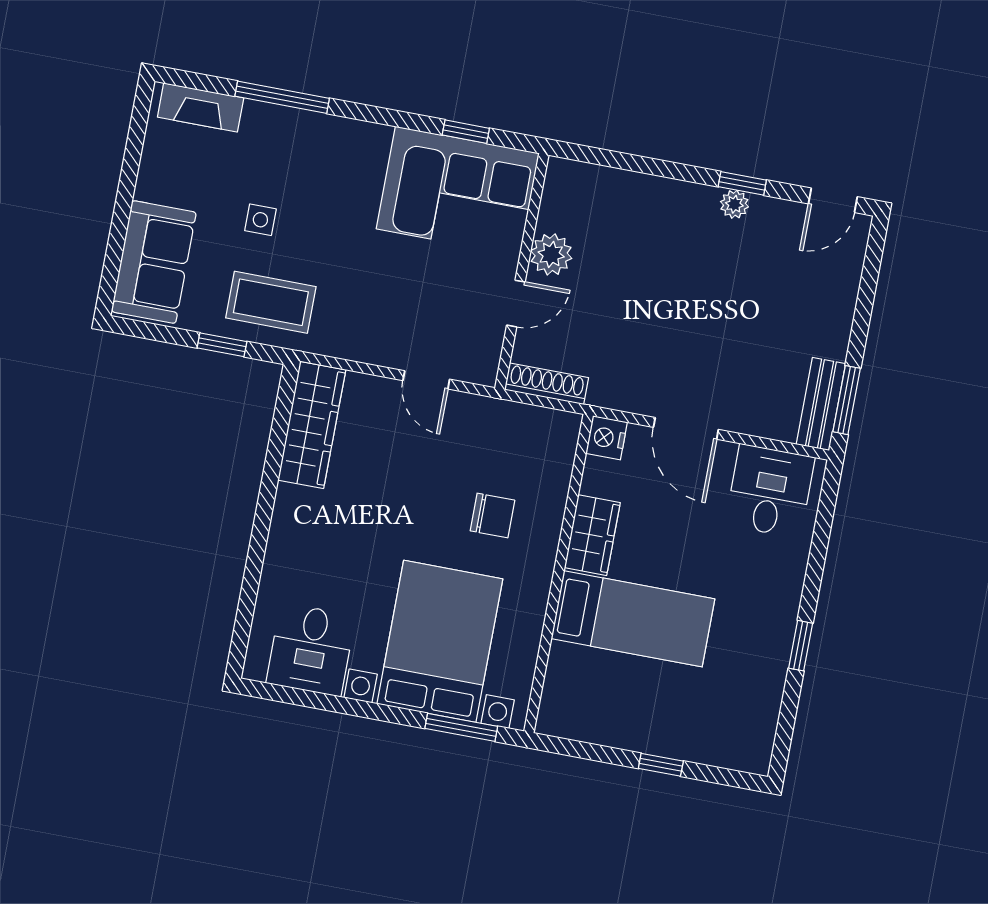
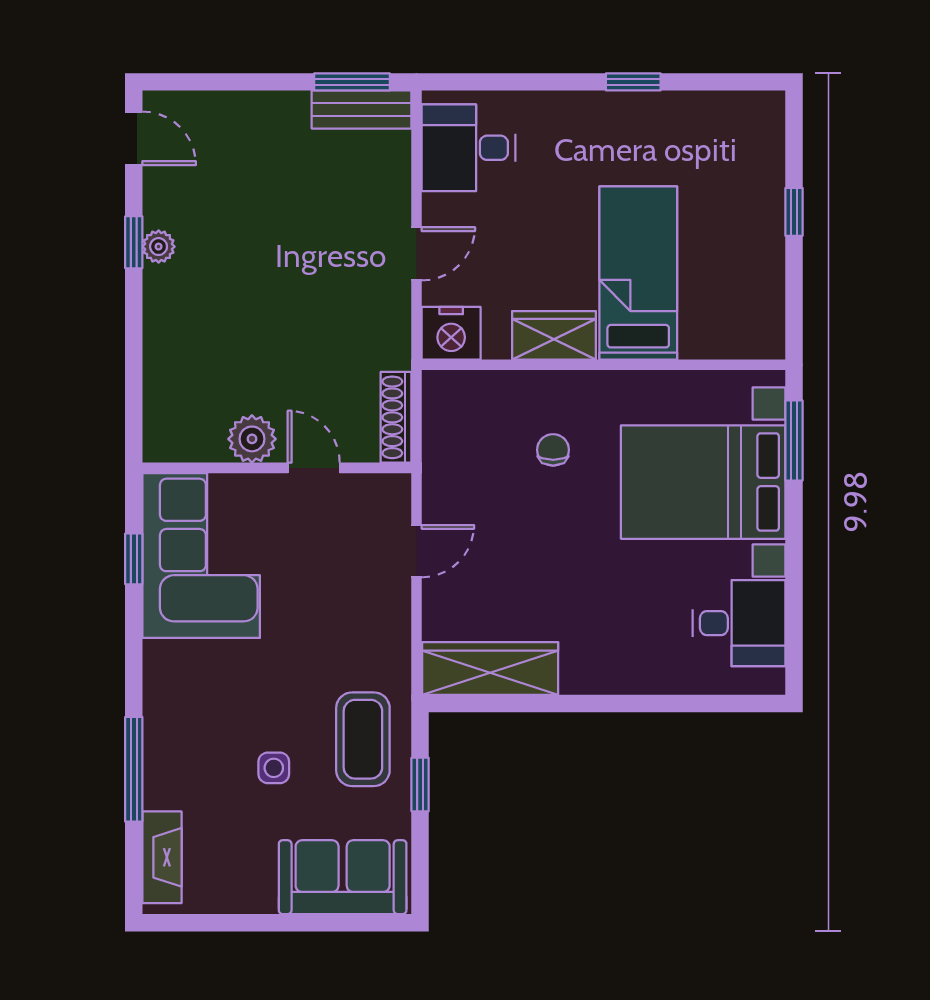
door: (686, 428) -> (417, 254), width x0.73
nightstand: (607, 438) -> (451, 333), width x1.36, depth x1.33
chair: (492, 515) -> (553, 450), width x0.73, depth x0.73

